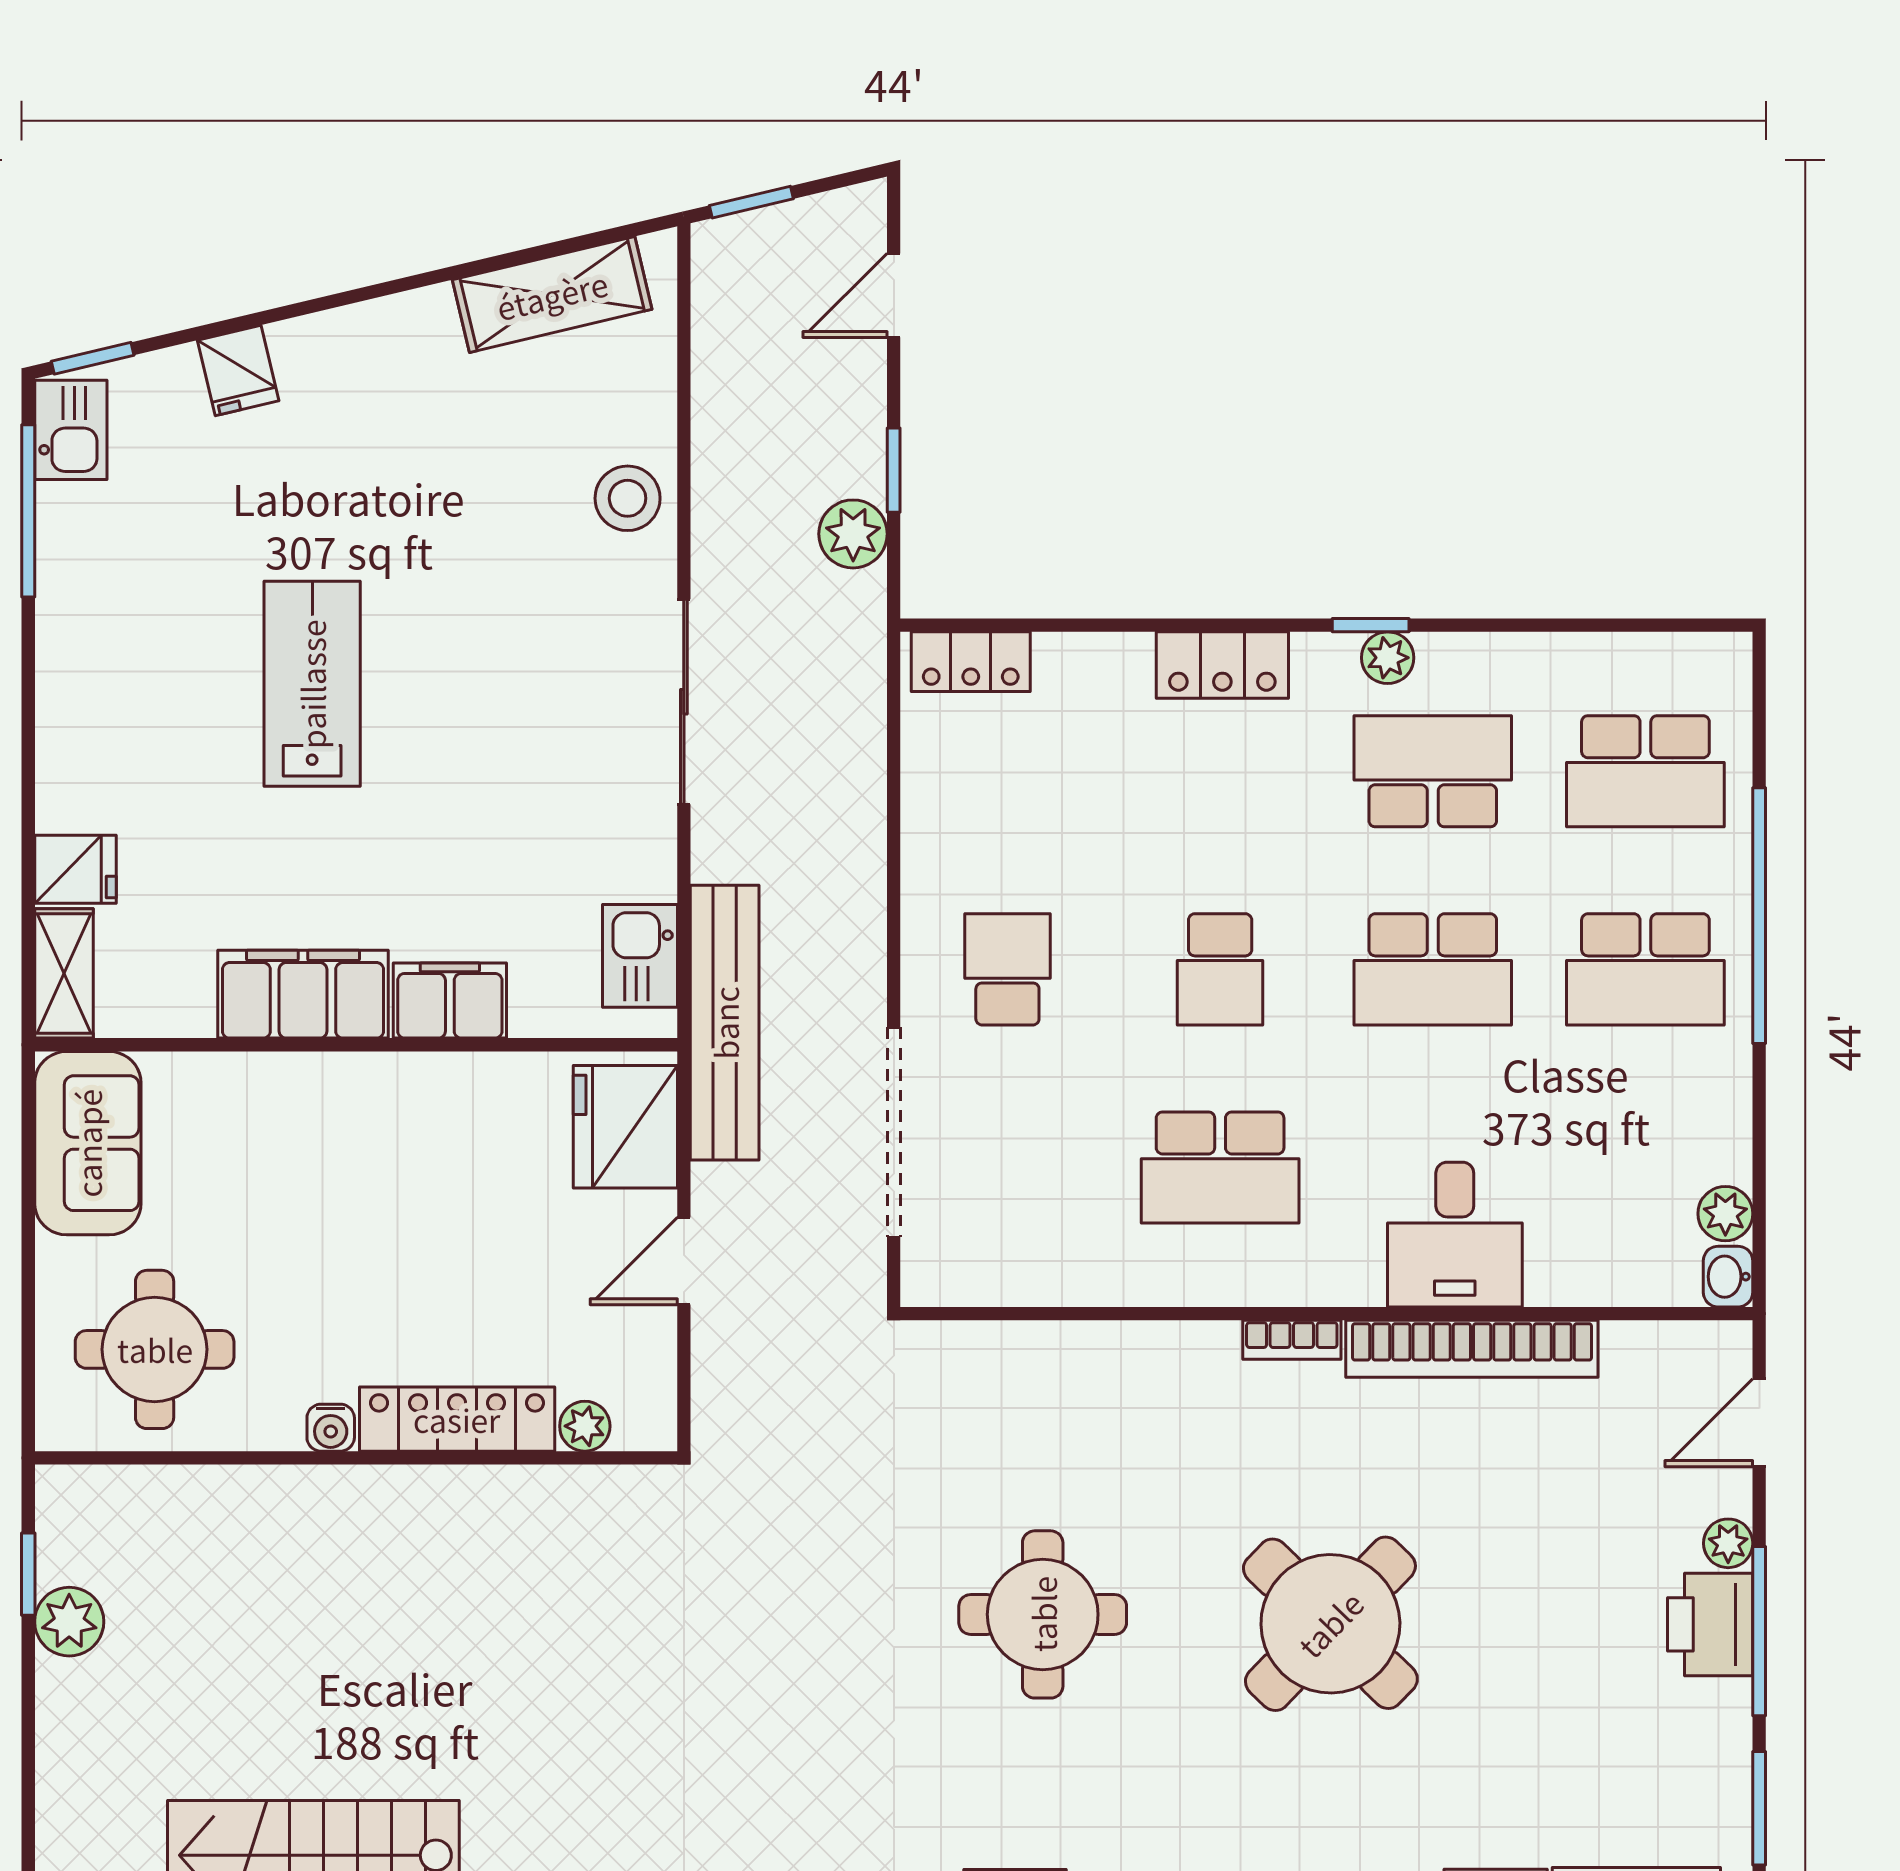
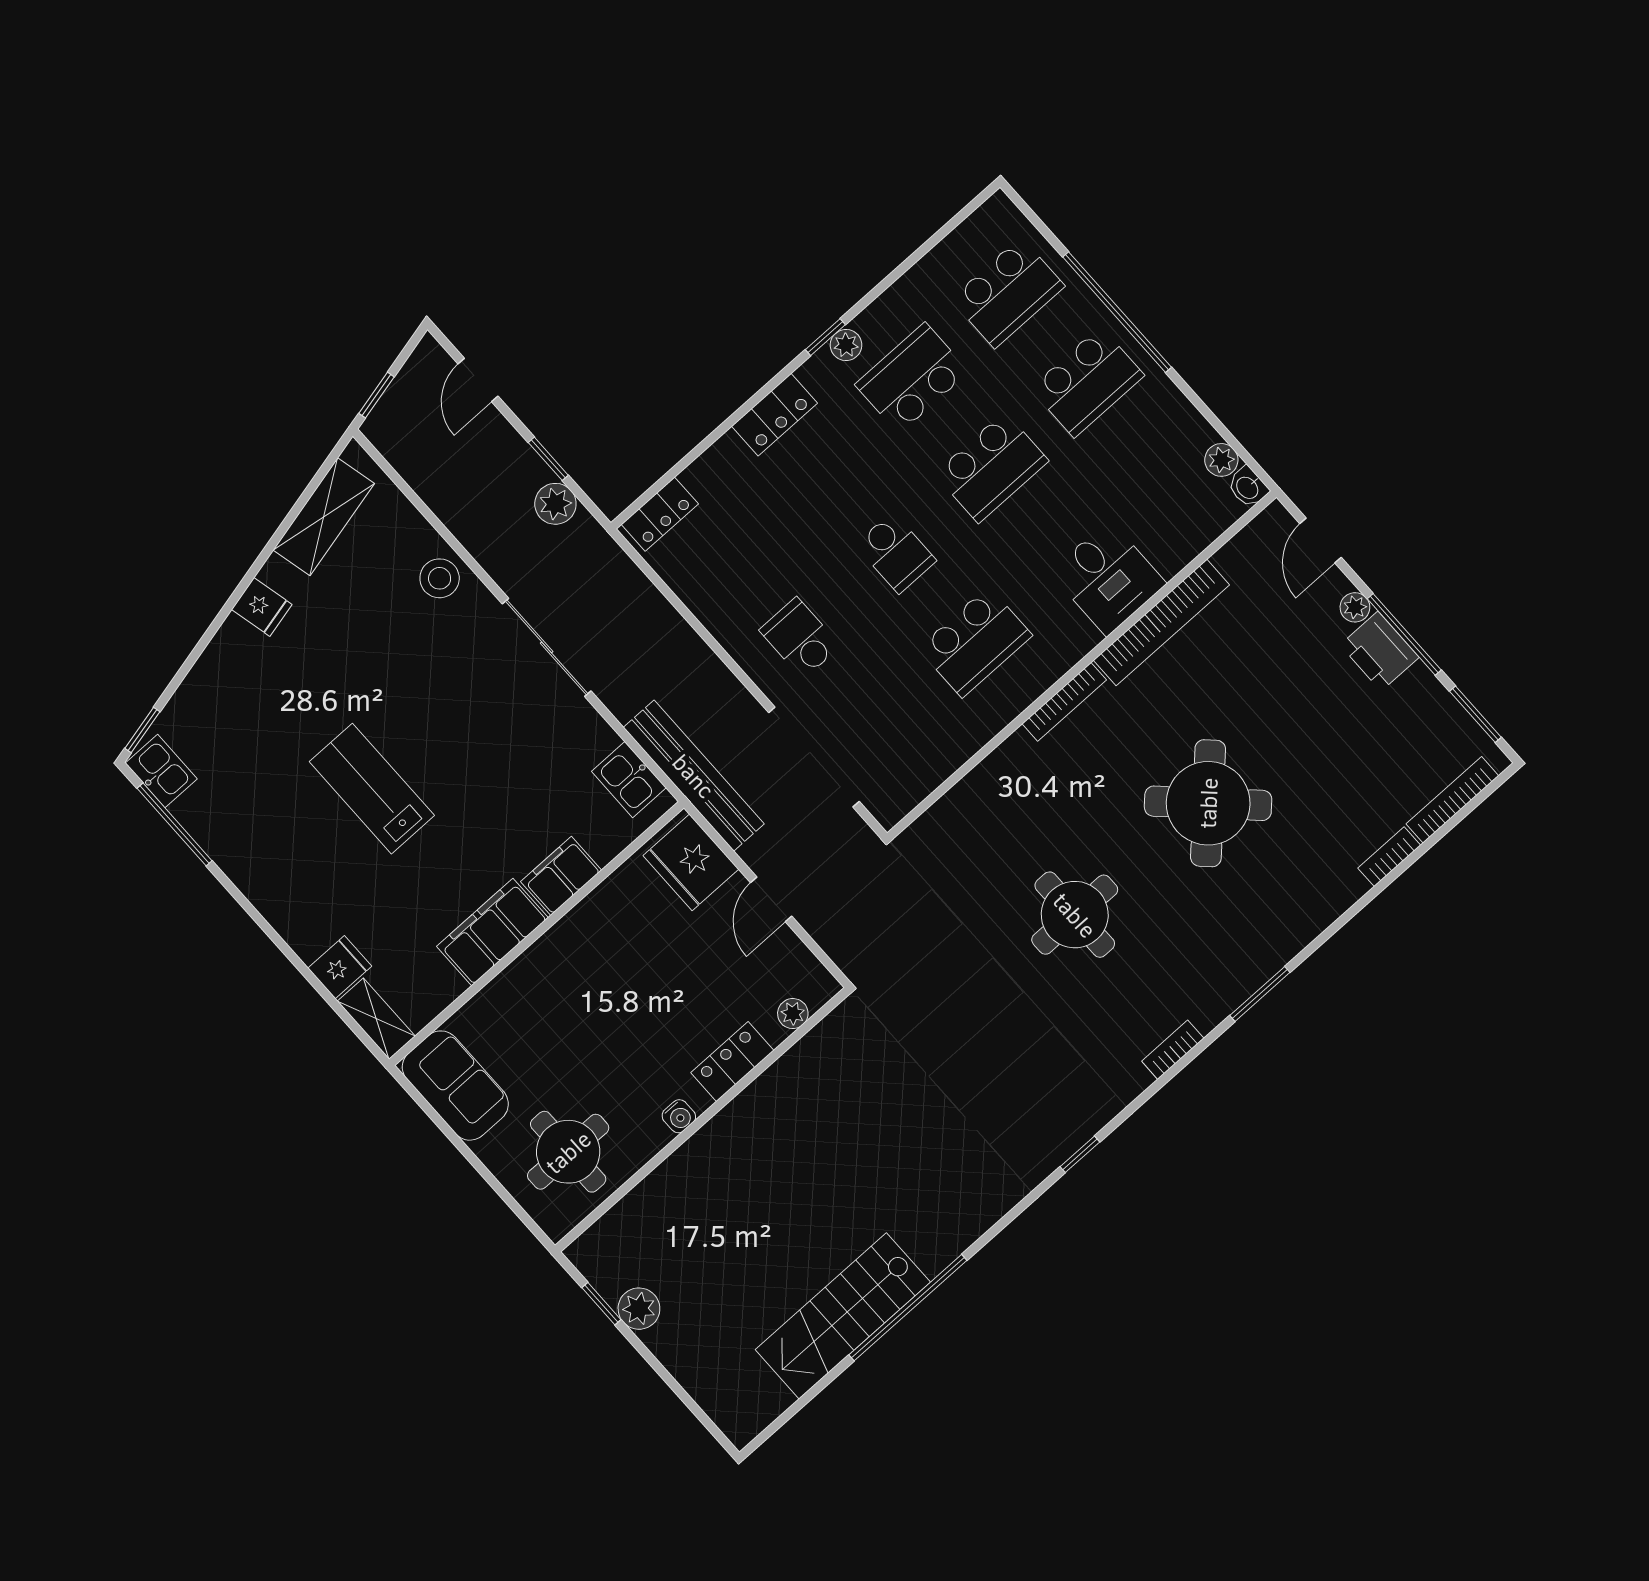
fridge: (238, 370) -> (262, 607), moved
bookcase: (1292, 1340) -> (1064, 702), width x1.56
locker: (457, 1419) -> (732, 1062), width x0.66

